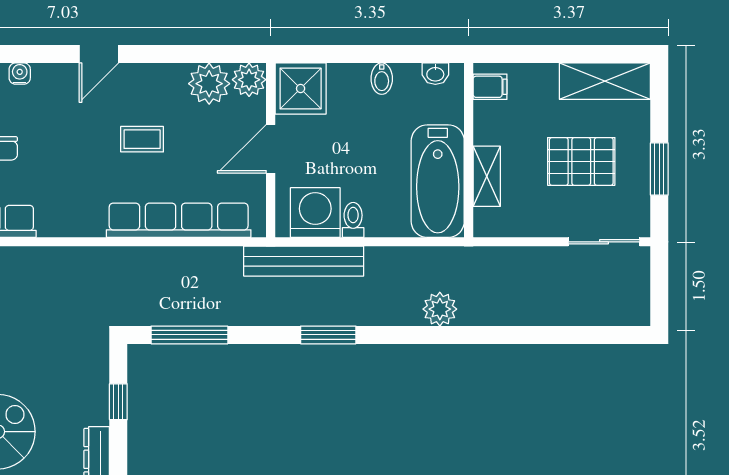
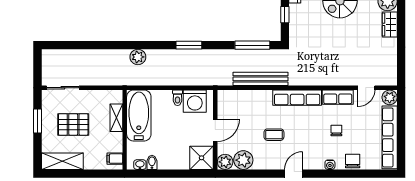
bidet: (382, 79) -> (152, 162), moved
row of seats: (179, 220) -> (297, 98), moved, width x0.73
bench: (304, 261) -> (260, 79), moved

